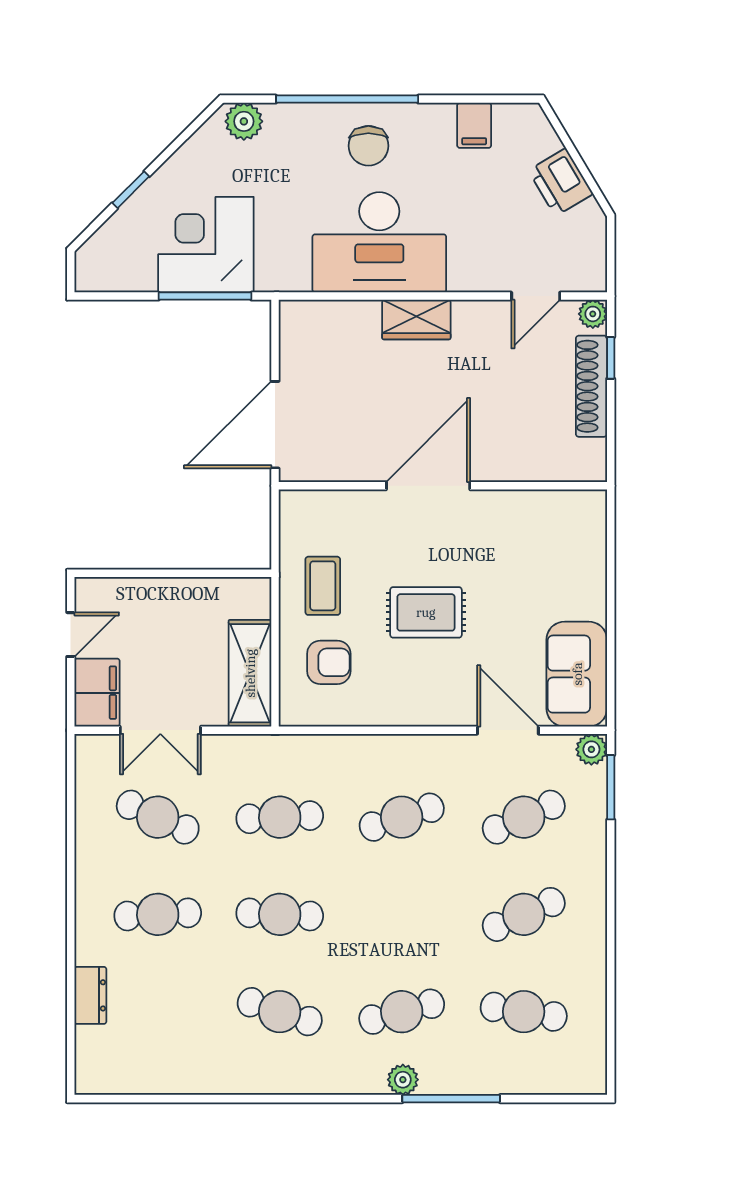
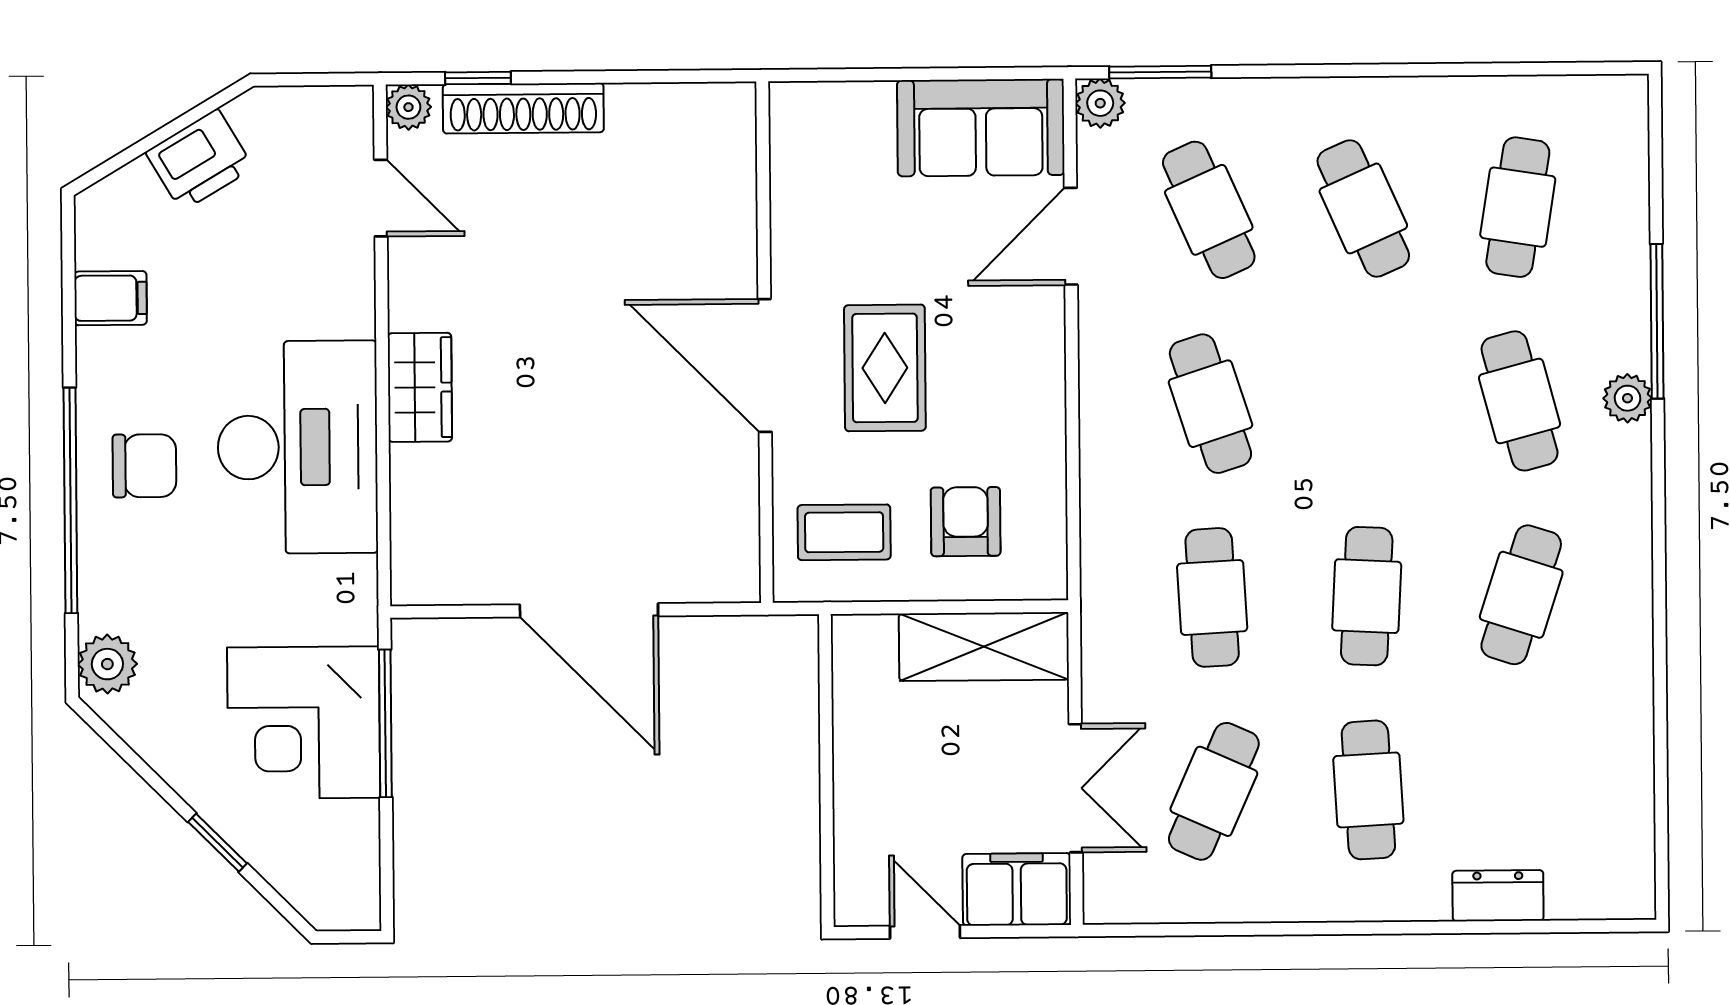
door: (428, 486) -> (765, 366), moved
wall: (443, 486) -> (765, 342), moved

